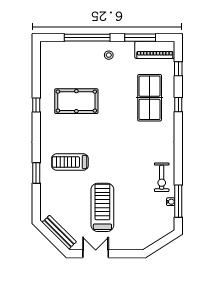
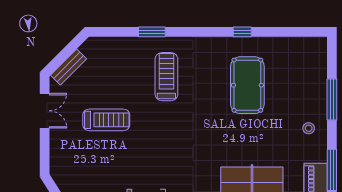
window: (87, 38) -> (332, 99), width x0.68
treadmill: (102, 207) -> (106, 120), width x0.73, depth x0.73
bench: (59, 232) -> (68, 67), width x0.73

